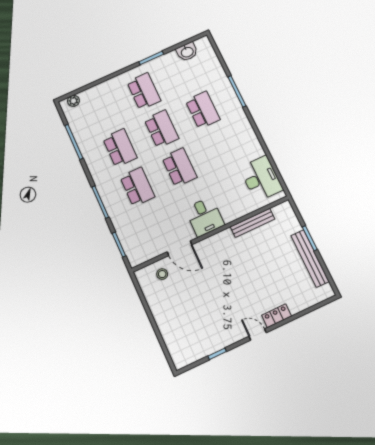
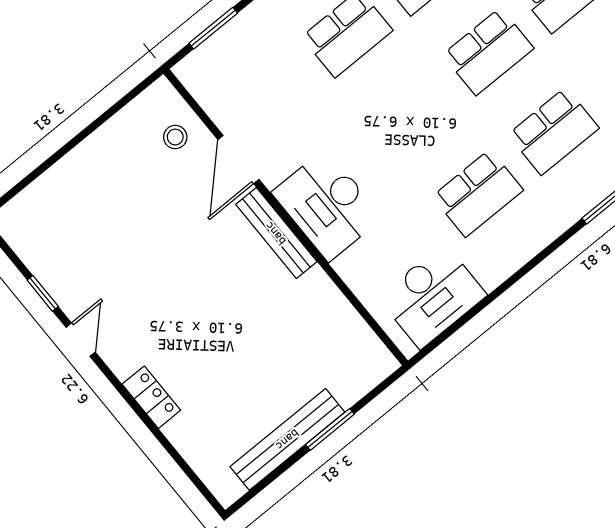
school desk: (179, 167) -> (478, 193), moved
desk: (205, 217) -> (327, 205), width x1.37
bench: (253, 223) -> (276, 233), moved
door: (258, 334) -> (81, 340), moved

